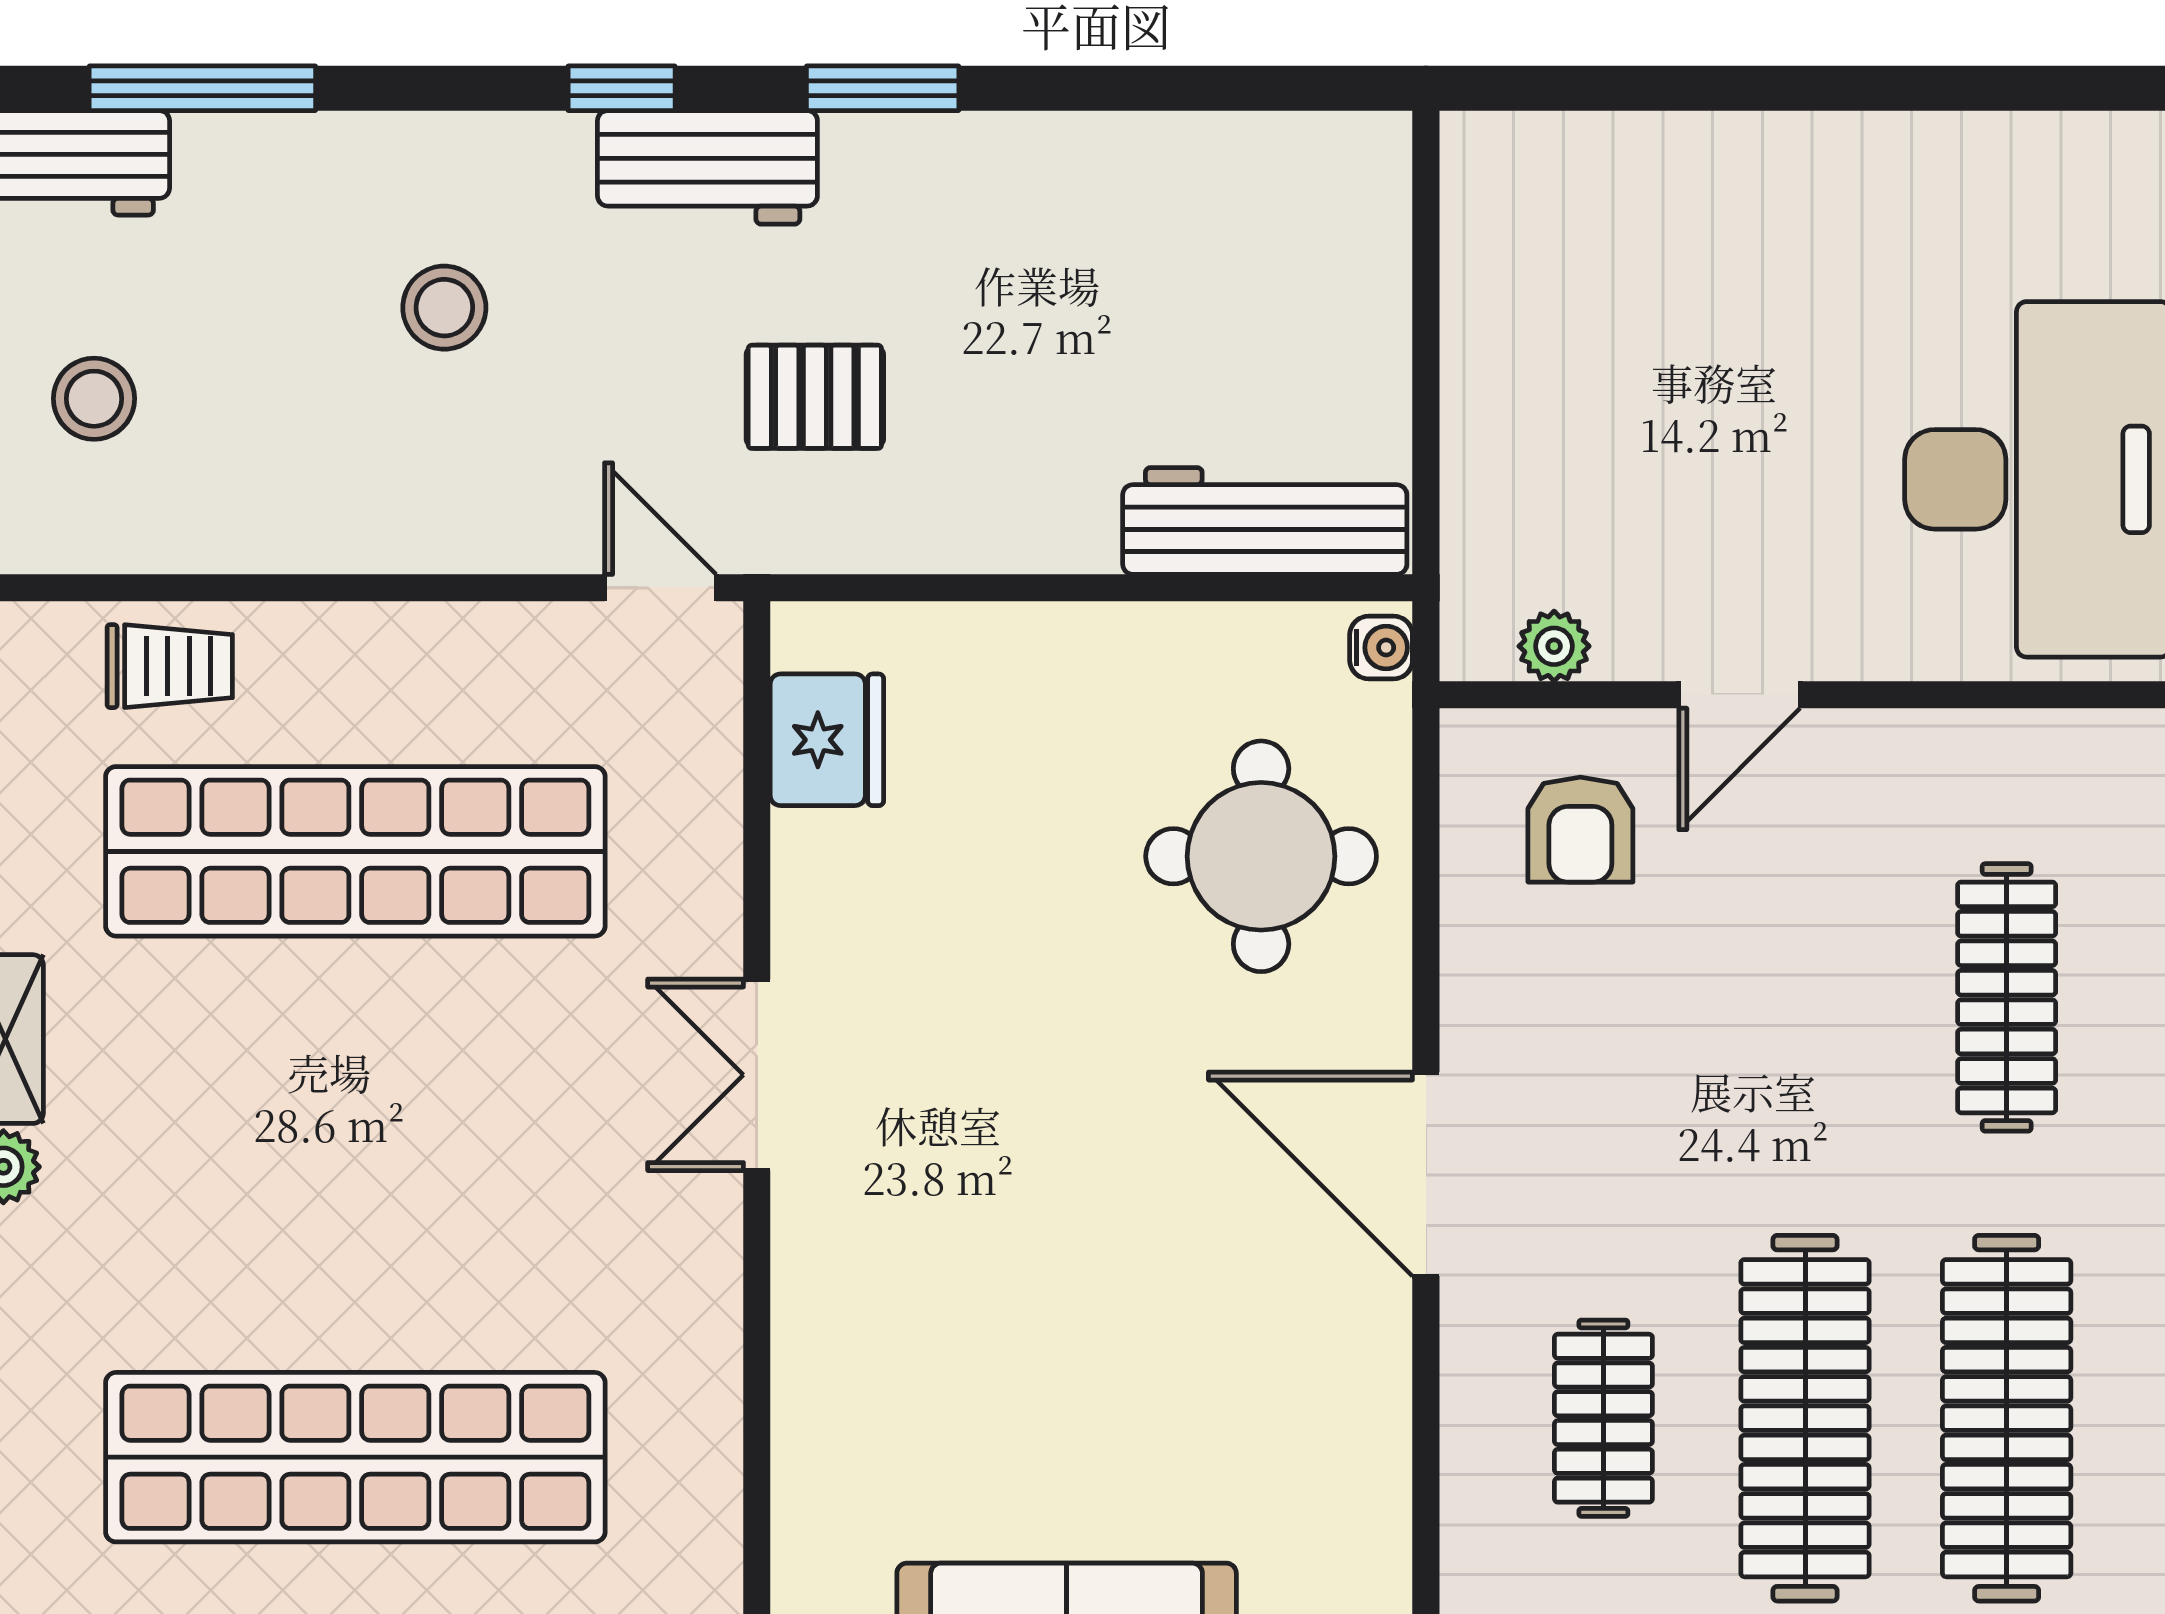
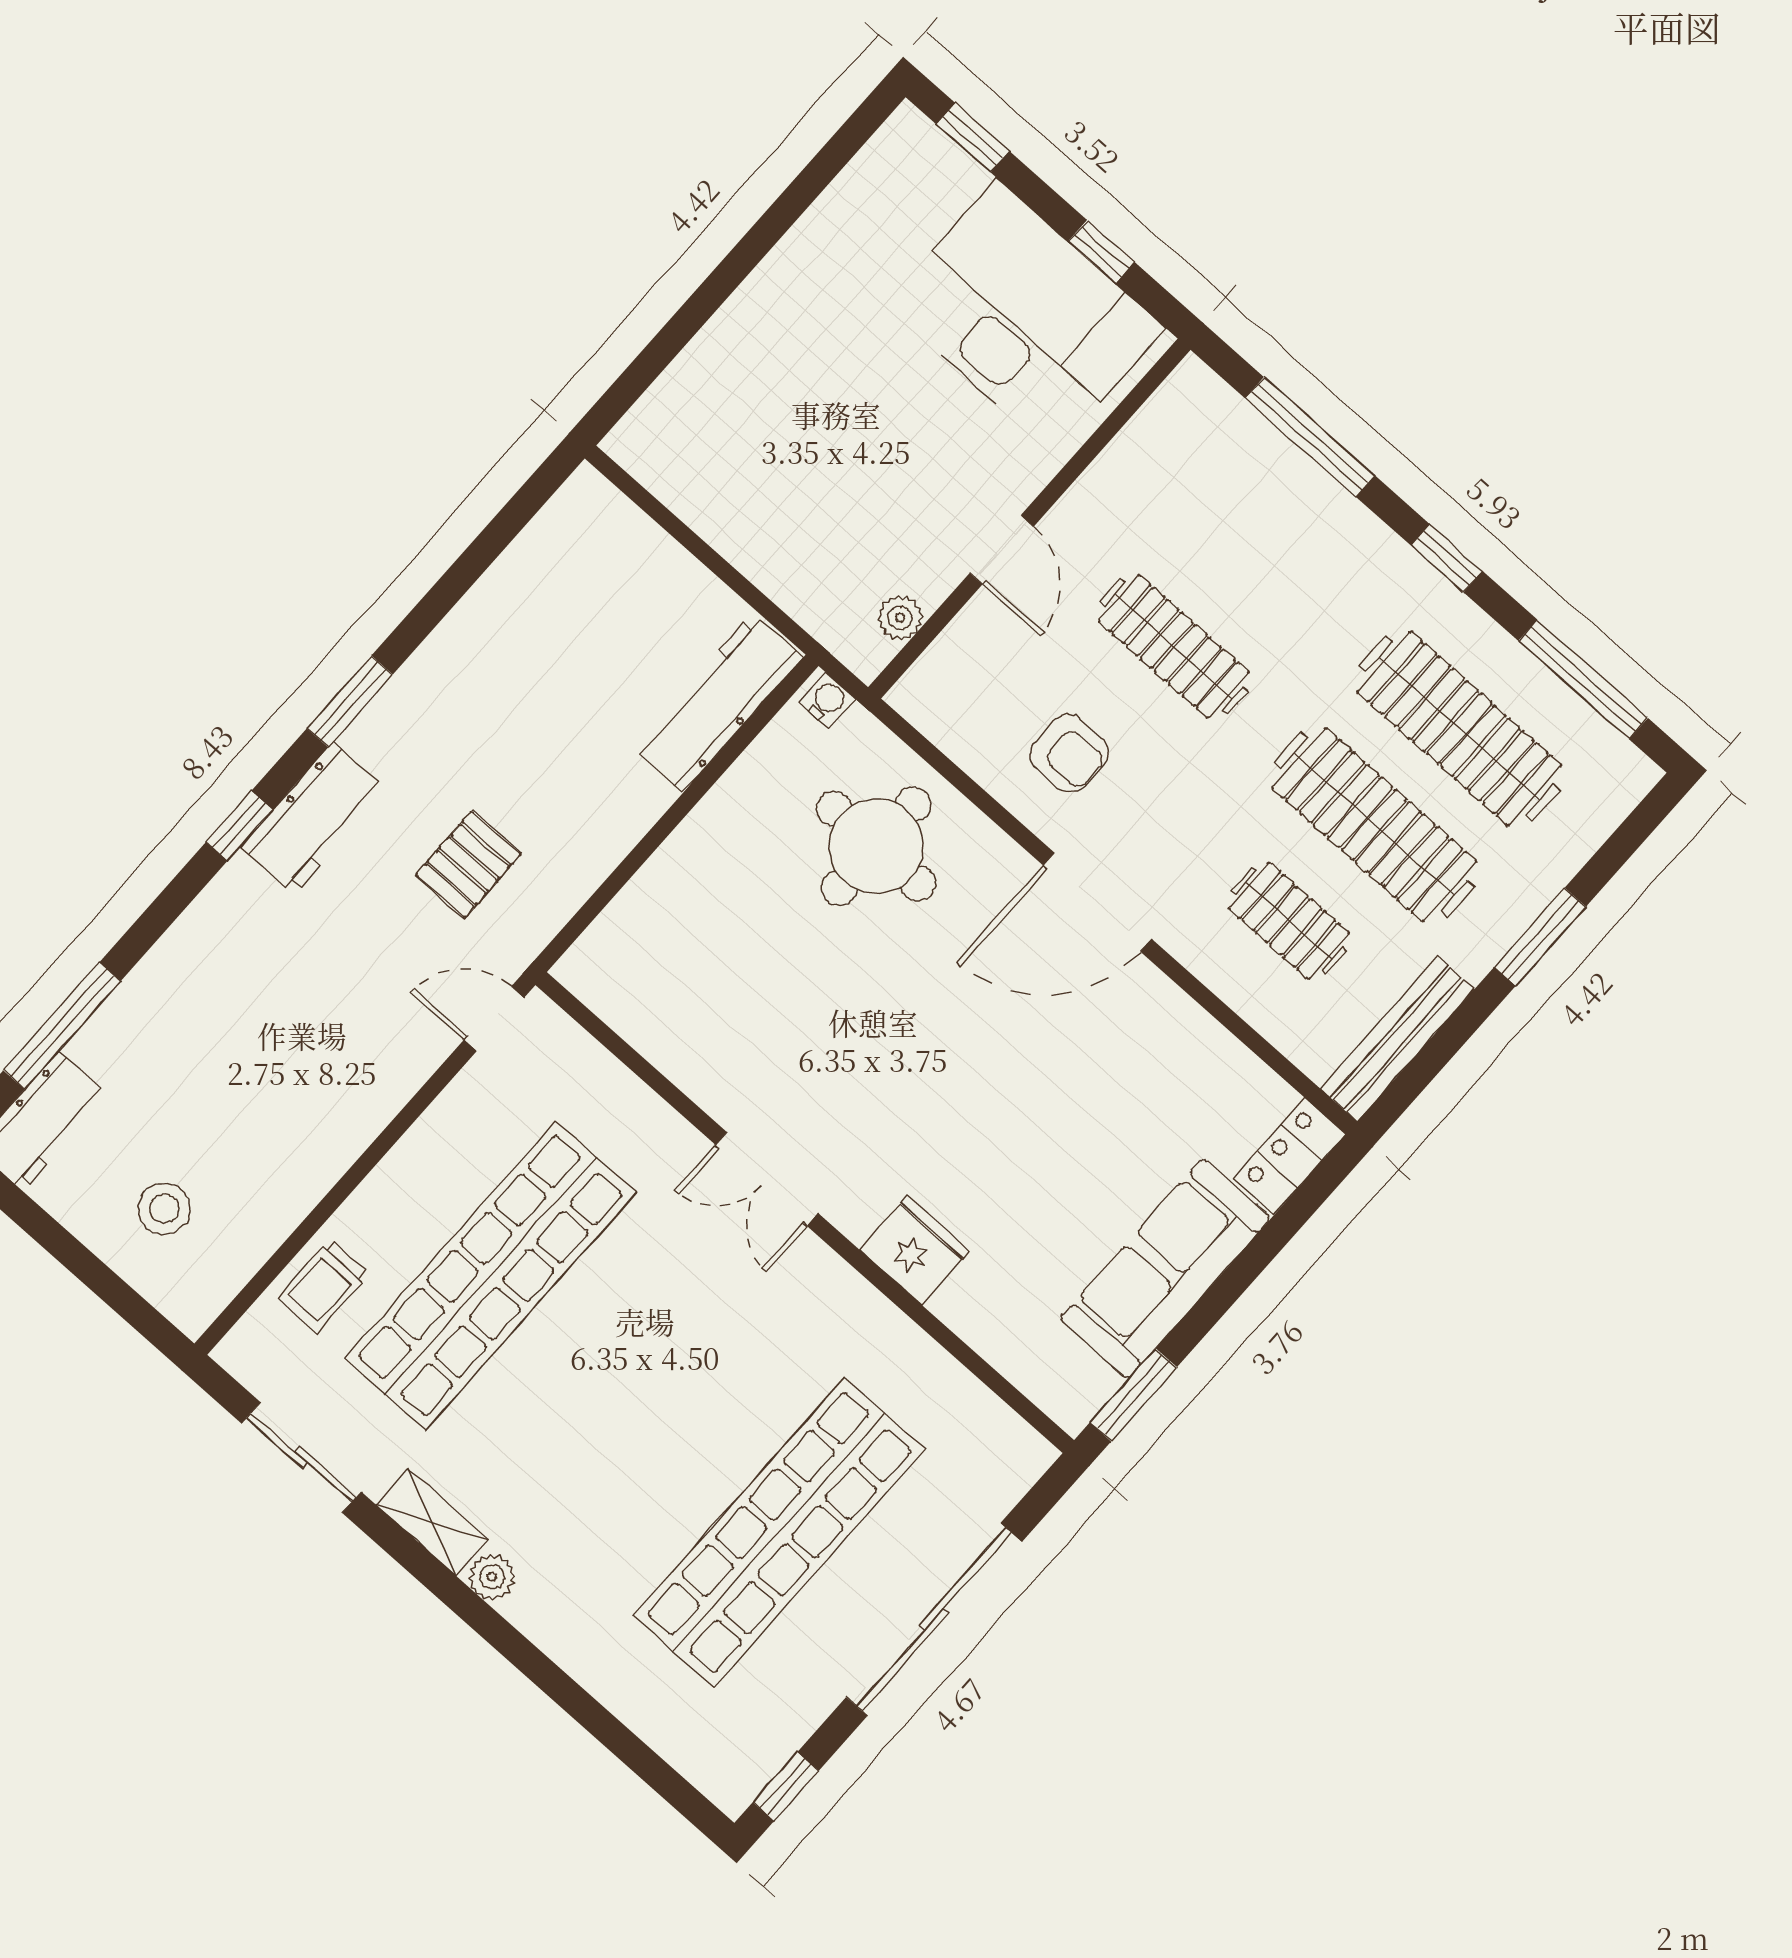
stool: (444, 308) -> (269, 1003), removed
trolley: (170, 666) -> (324, 1286), turned 180
fridge: (827, 740) -> (914, 1250), moved
armchair: (1580, 830) -> (1069, 753), moved
clothes rail: (2007, 997) -> (1174, 647), moved

